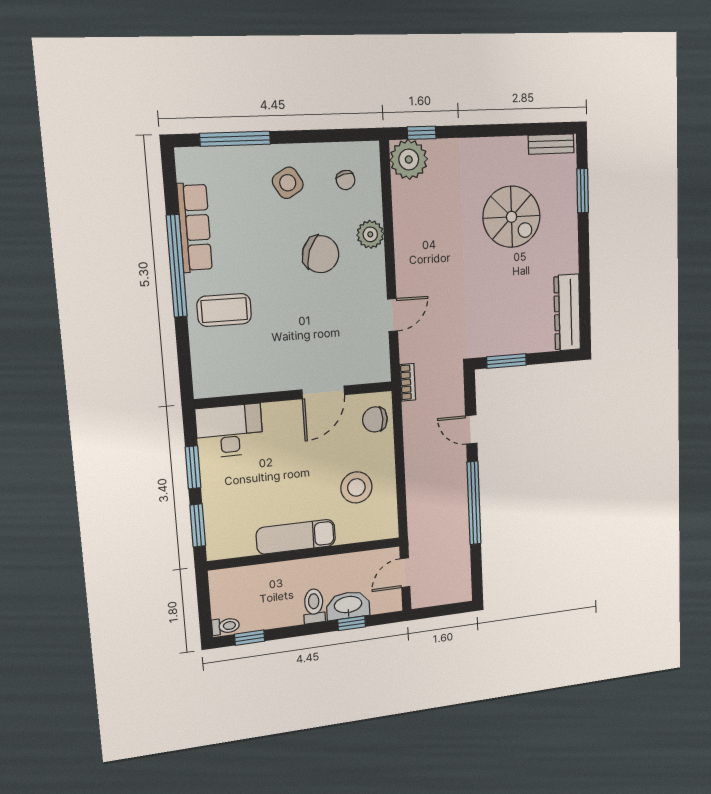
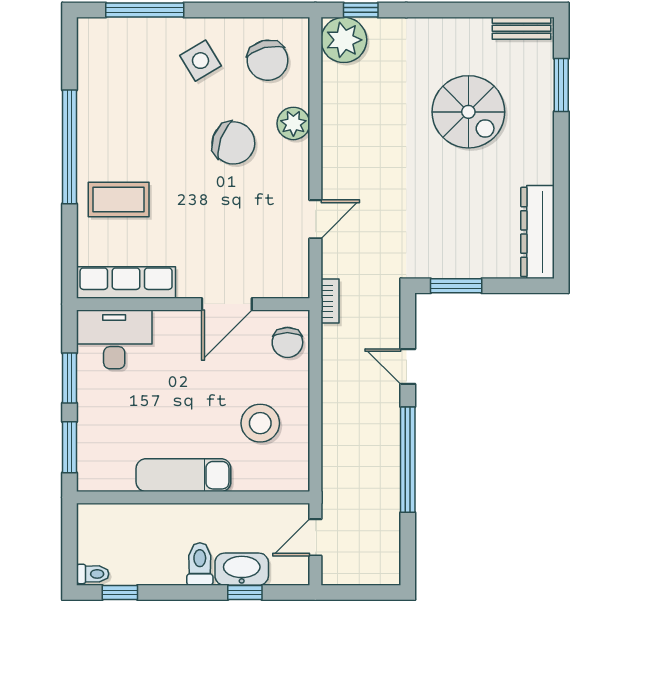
chair: (346, 180) -> (268, 60), width x1.87, depth x1.87
row of seats: (195, 228) -> (126, 283), moved, turned -90
chair: (375, 419) -> (287, 342), turned -90

